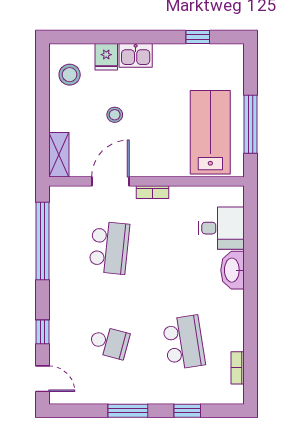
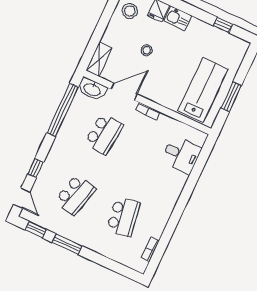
window: (251, 124) -> (231, 97), width x0.69
washbasin: (233, 270) -> (92, 89), moved, turned -90
school desk: (109, 342) -> (75, 195), width x1.85
window: (187, 411) -> (36, 230), moved

